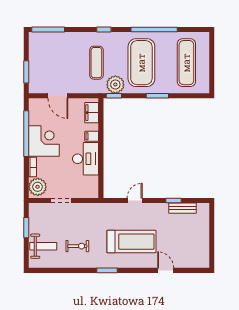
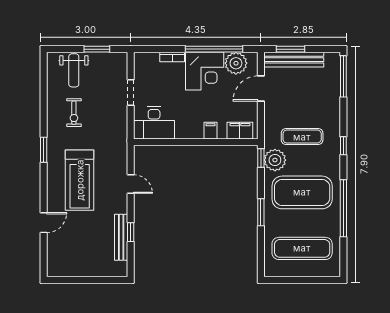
bench: (35, 69) -> (294, 60), added
desk: (86, 159) -> (154, 123), moved
plant: (38, 187) -> (236, 63), moved
bench: (182, 208) -> (121, 237), width x1.36

